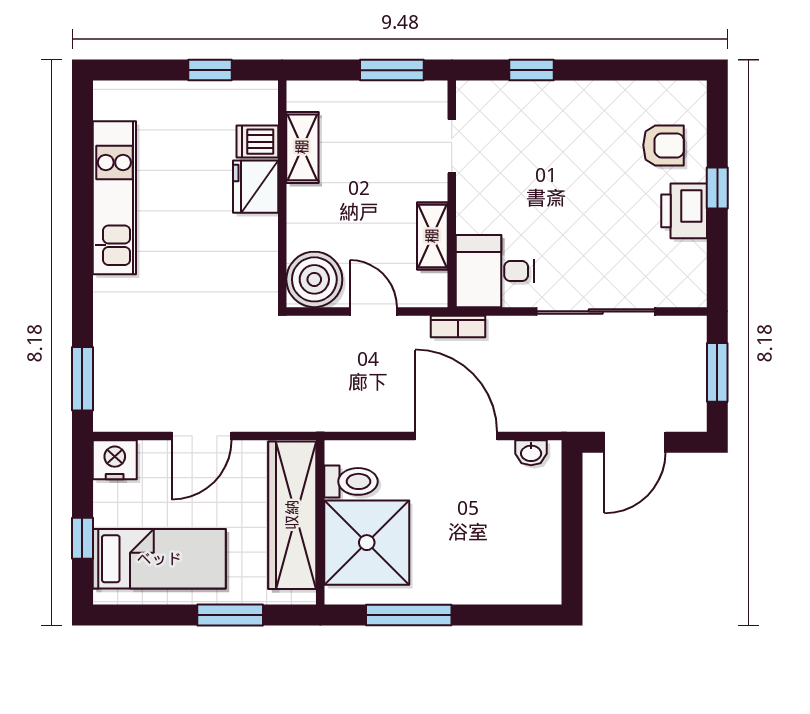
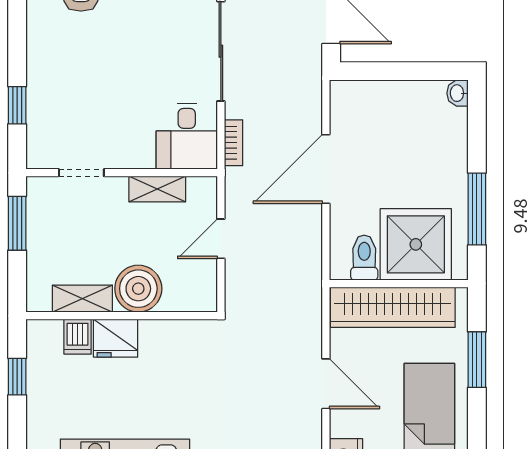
boiler: (314, 279) -> (138, 289), moved
bookcase: (458, 326) -> (234, 143), moved
washbasin: (531, 453) -> (458, 93), moved, turned 180

